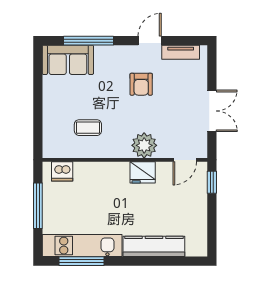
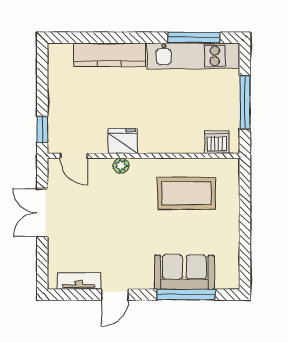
sofa: (68, 60) -> (184, 272), moved
armchair: (141, 84) -> (125, 244), removed
coffee table: (88, 128) -> (187, 193), width x1.86, depth x1.72
plant: (144, 145) -> (121, 166), width x0.53, depth x0.53
door: (185, 160) -> (74, 156), swing flipped

